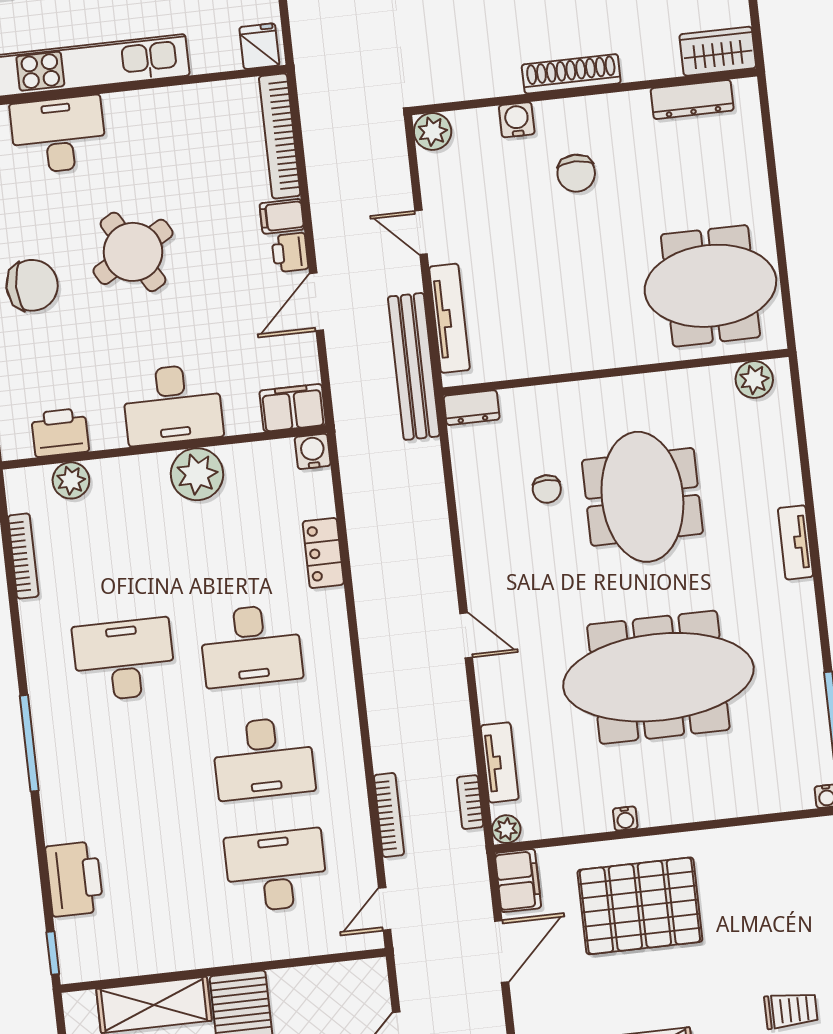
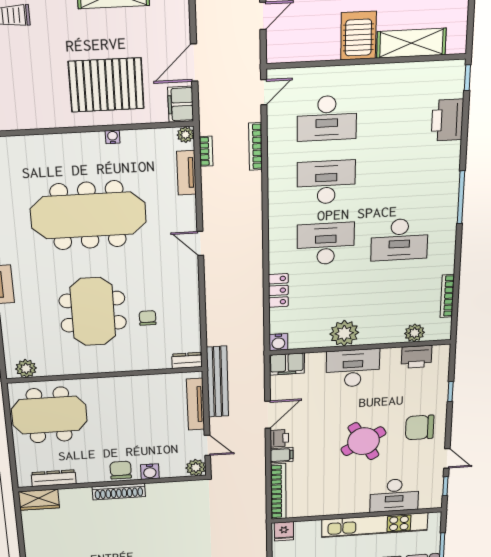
wardrobe: (718, 51) -> (39, 500), moved
shoe rack: (571, 74) -> (119, 492), moved
wall: (584, 92) -> (112, 483), moved
dresser: (692, 99) -> (54, 478), moved
water cooler: (517, 120) -> (150, 472), moved
plant: (433, 131) -> (196, 468), moved

